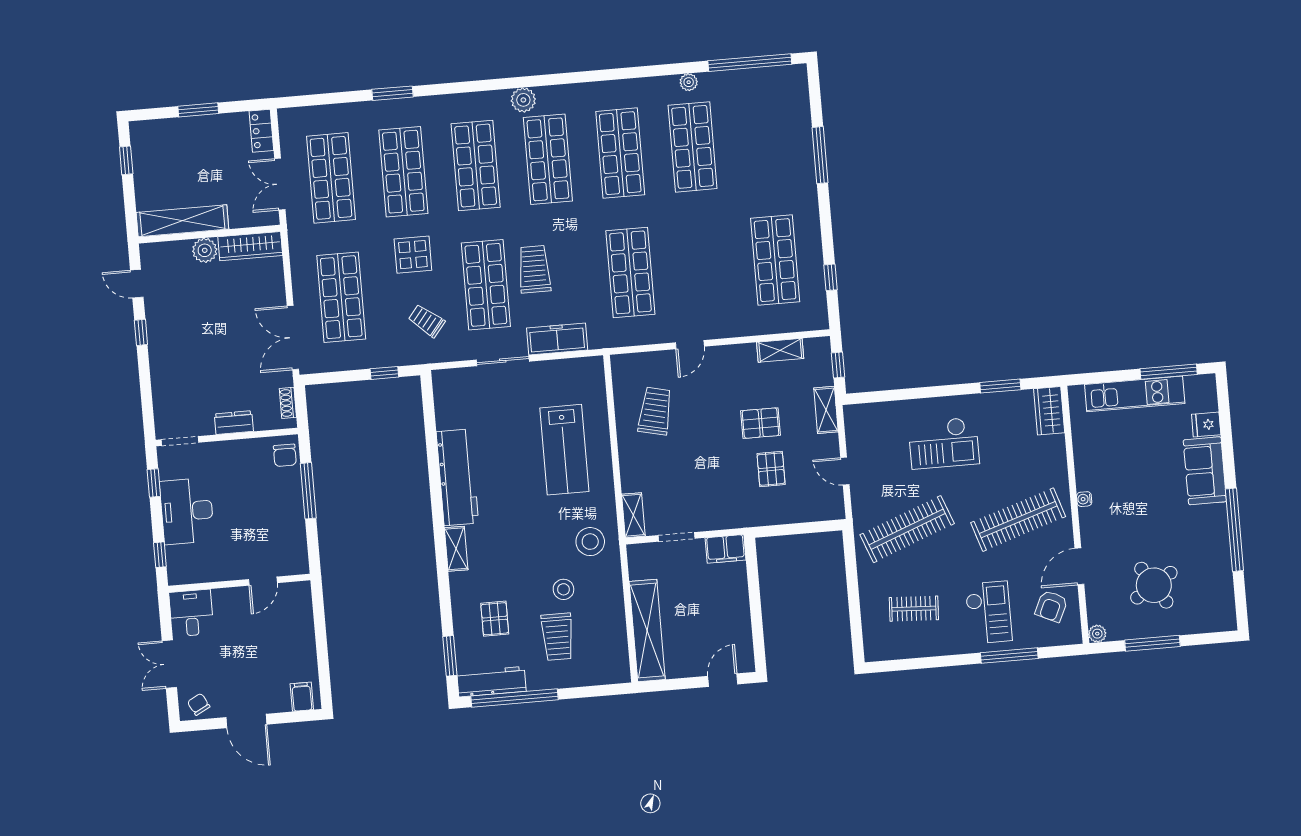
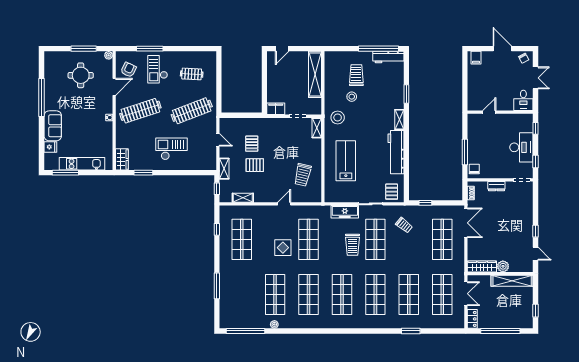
plant: (523, 100) -> (351, 323), removed
window: (198, 110) -> (500, 331), width x2.11
display table: (413, 255) -> (283, 248), moved
round table: (1154, 585) -> (81, 75), turned 32
pallet: (495, 619) -> (392, 192), moved
window: (450, 656) -> (406, 94), moved

